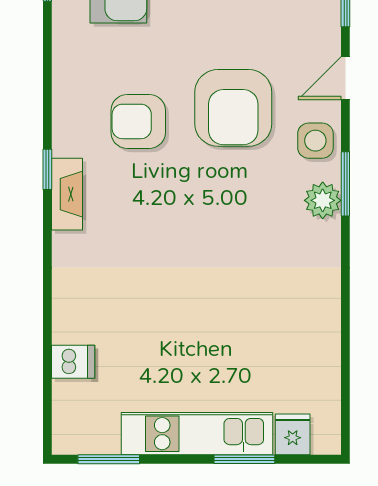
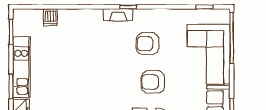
armchair: (233, 108) -> (153, 82), width x0.73, depth x0.73
armchair: (138, 121) -> (147, 44), turned -90

